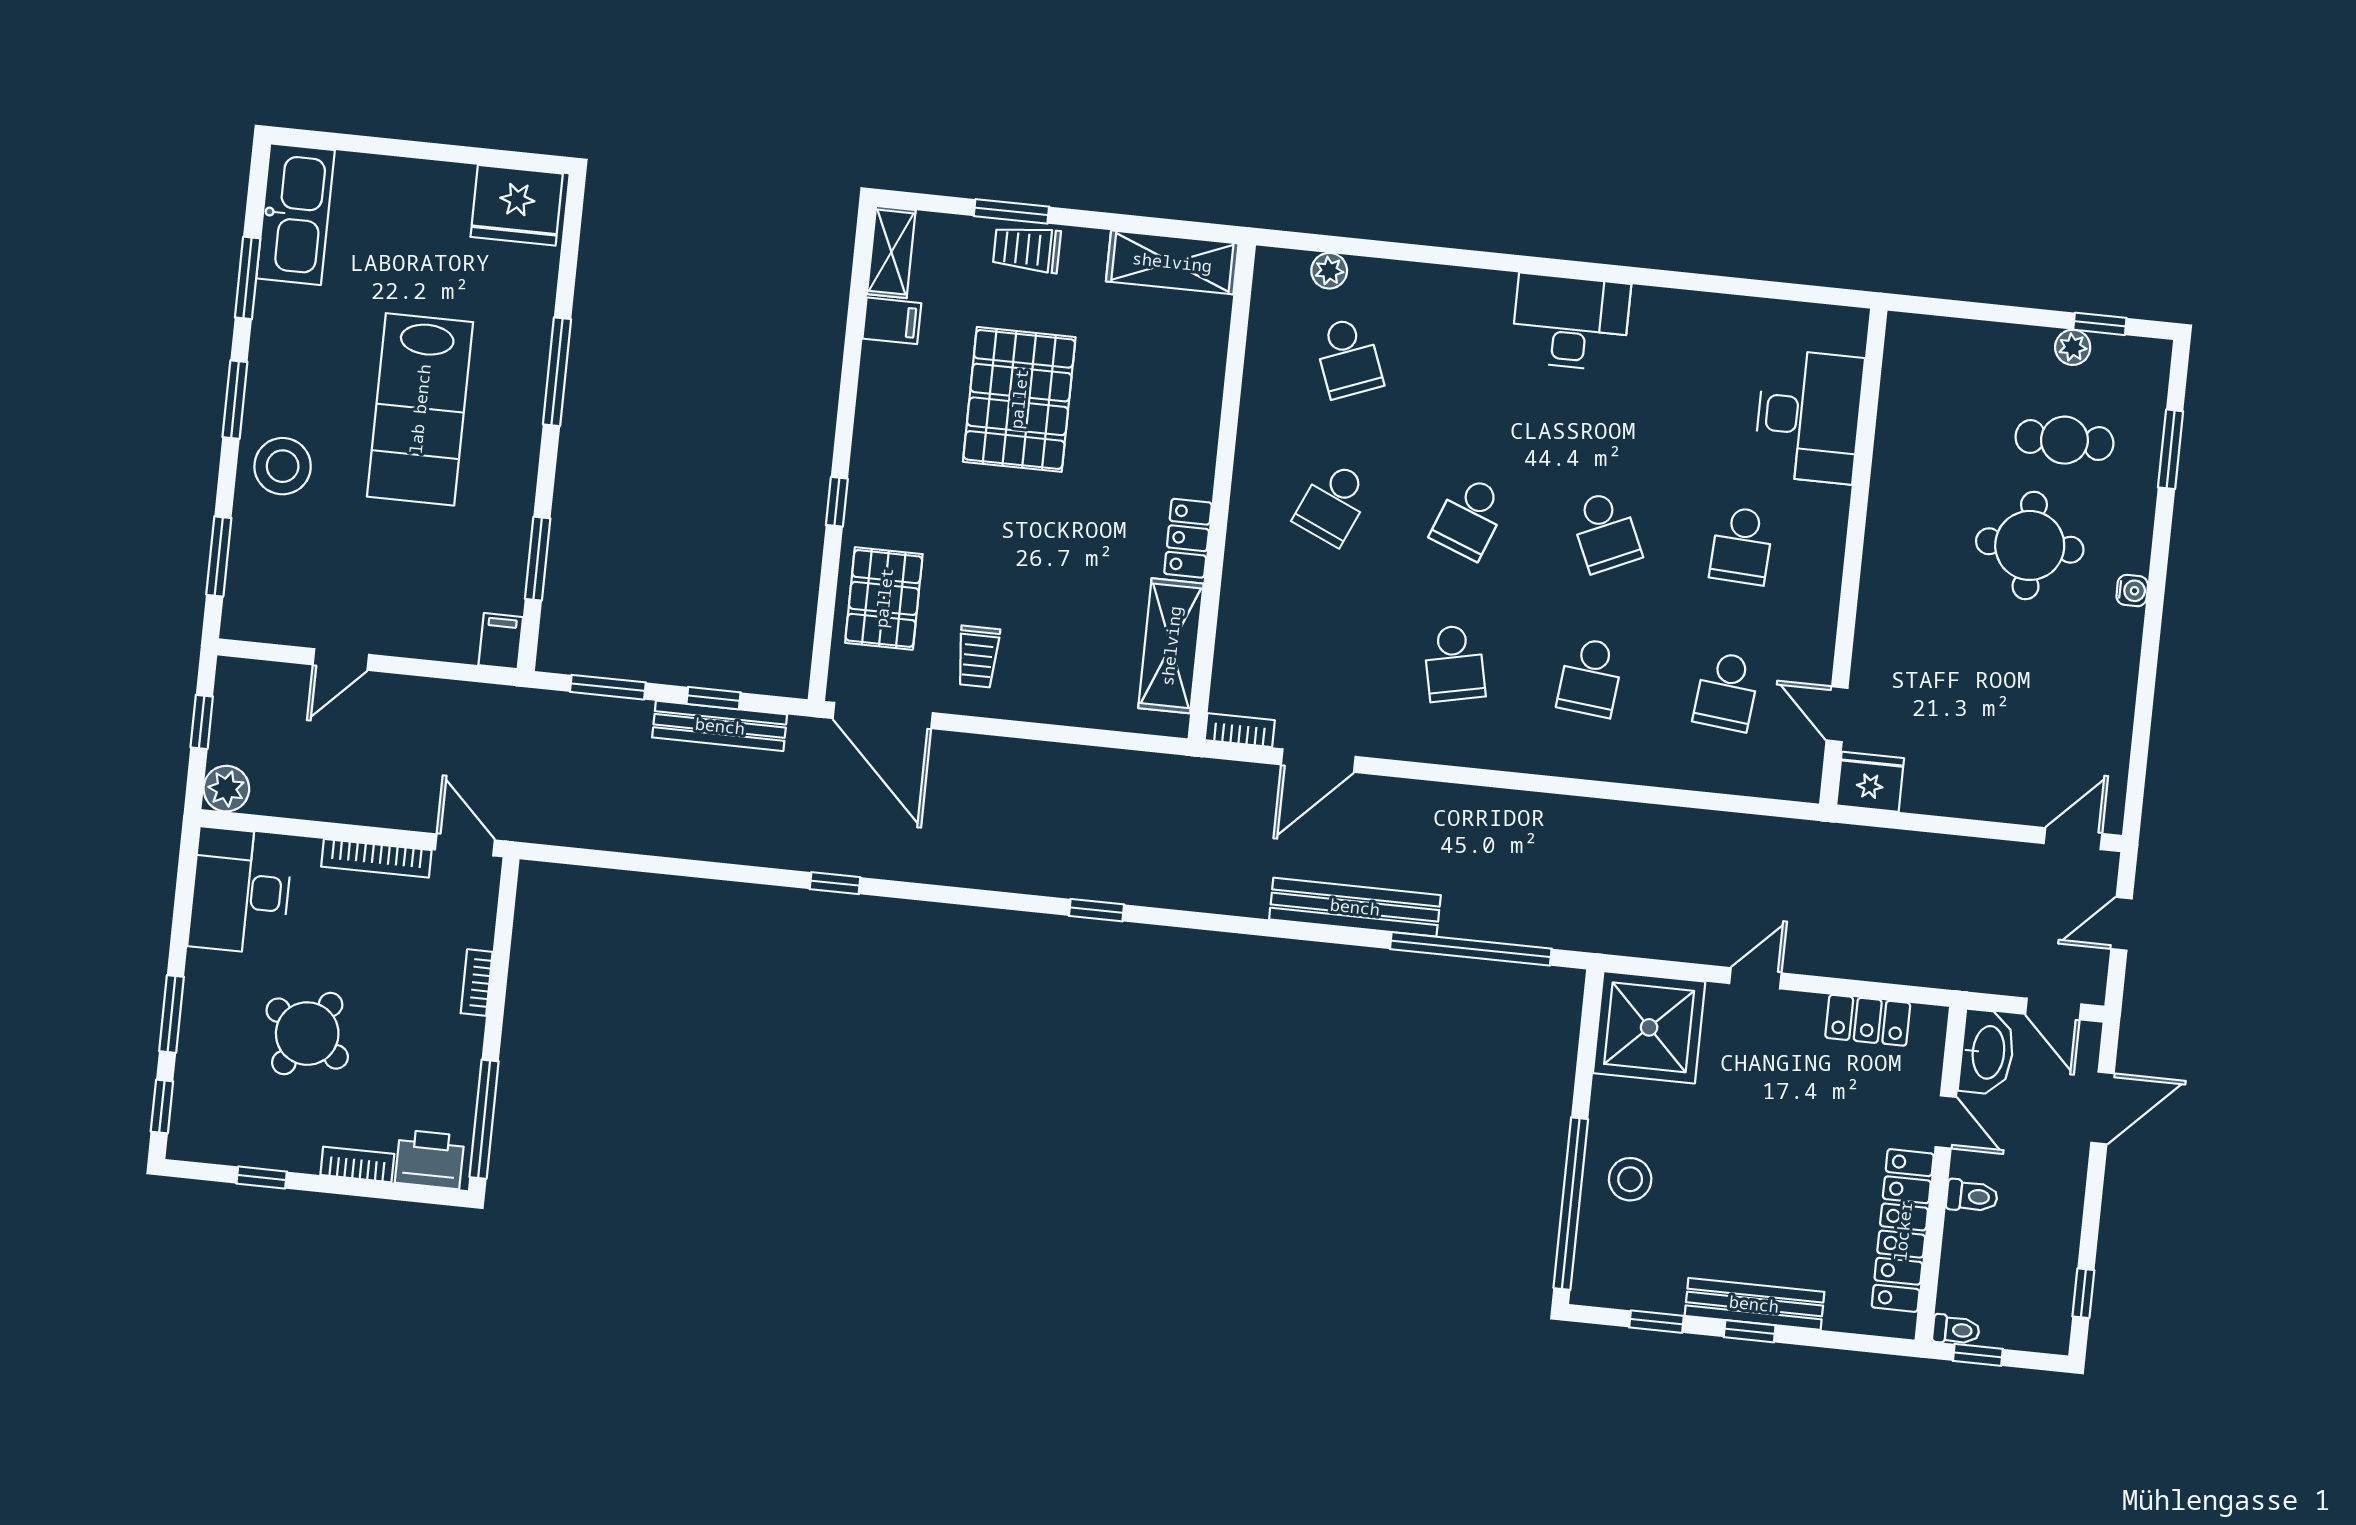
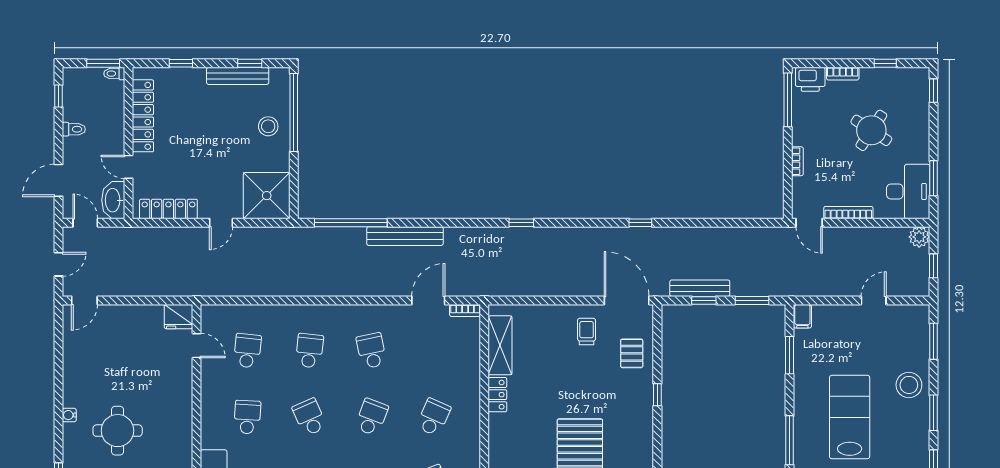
pallet: (884, 598) -> (632, 353), width x0.67, depth x0.71
window: (172, 1014) -> (933, 178), moved
locker: (1868, 1020) -> (168, 209), width x1.53
toilet: (1972, 1196) -> (74, 129), moved, turned 180
bench: (1754, 1304) -> (238, 76), moved
window: (1750, 1331) -> (181, 63), moved
window: (1978, 1355) -> (103, 63), width x1.50

